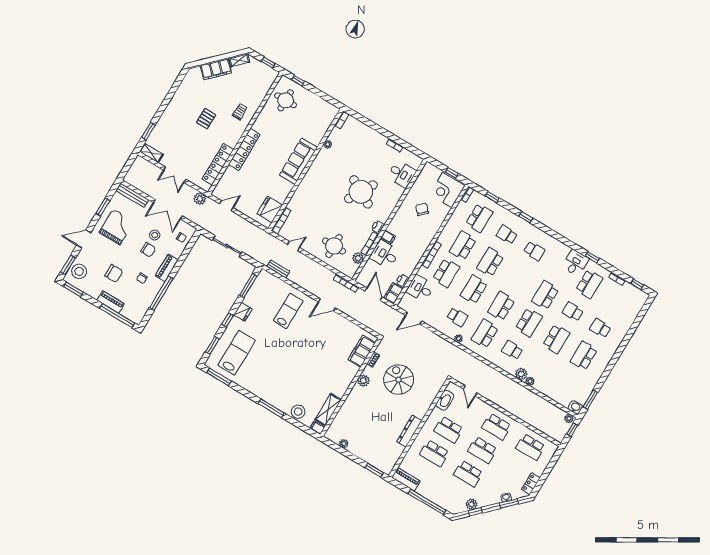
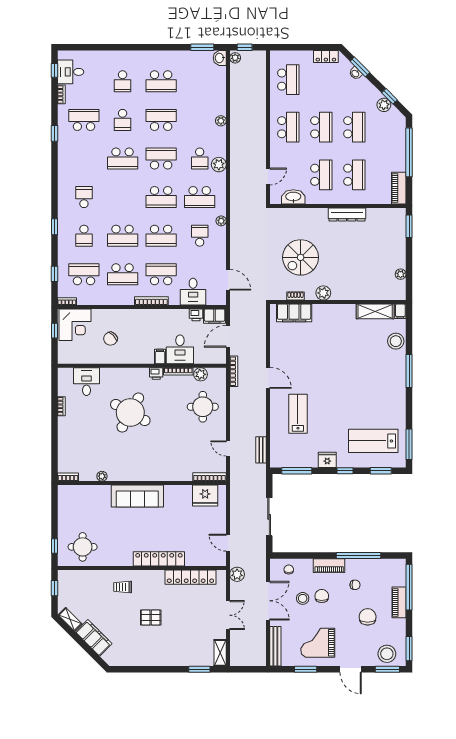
desk: (575, 263) -> (71, 72), moved
lab bench: (288, 311) -> (298, 414), turned 90
plant: (521, 374) -> (219, 165), moved

